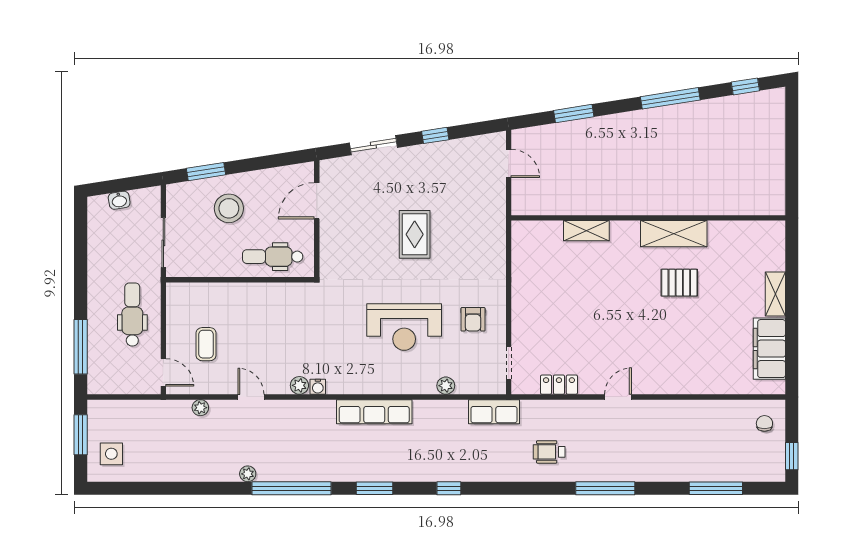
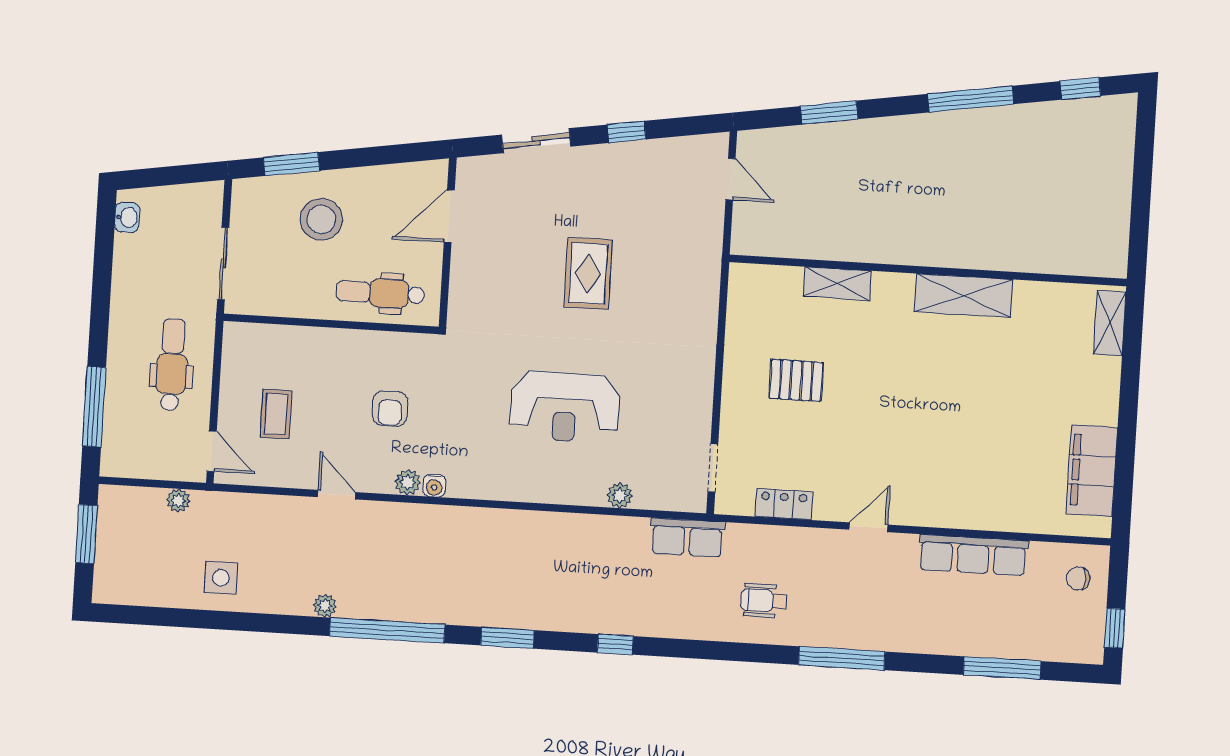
washbasin: (119, 200) -> (127, 217), moved, turned -81
pallet: (679, 283) -> (796, 380), moved
shelving: (775, 294) -> (1110, 323), moved
armchair: (473, 319) -> (390, 409), moved
plant: (200, 408) -> (178, 501), moved
row of seats: (374, 412) -> (973, 555), moved
chair: (764, 423) -> (1078, 578), turned -90
side table: (111, 454) -> (221, 578), moved

